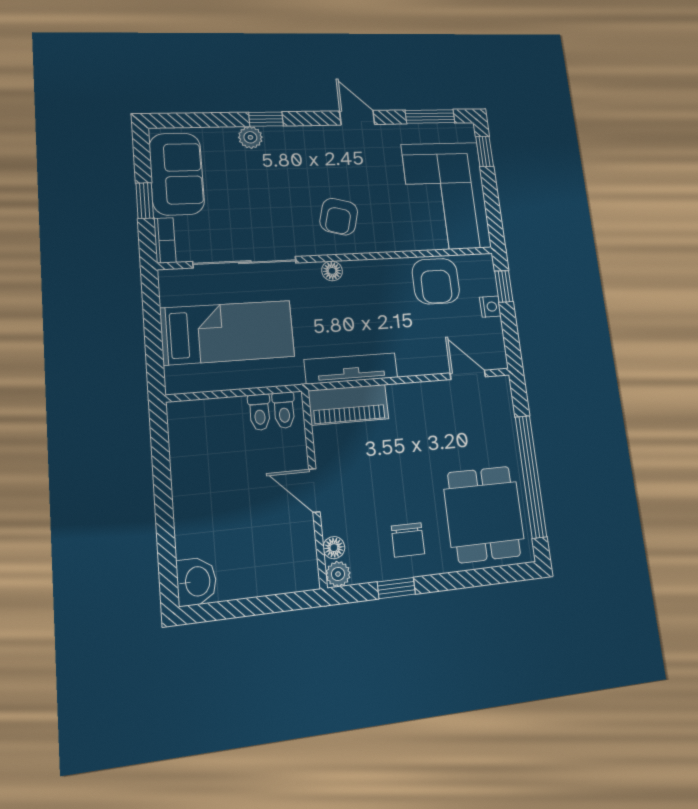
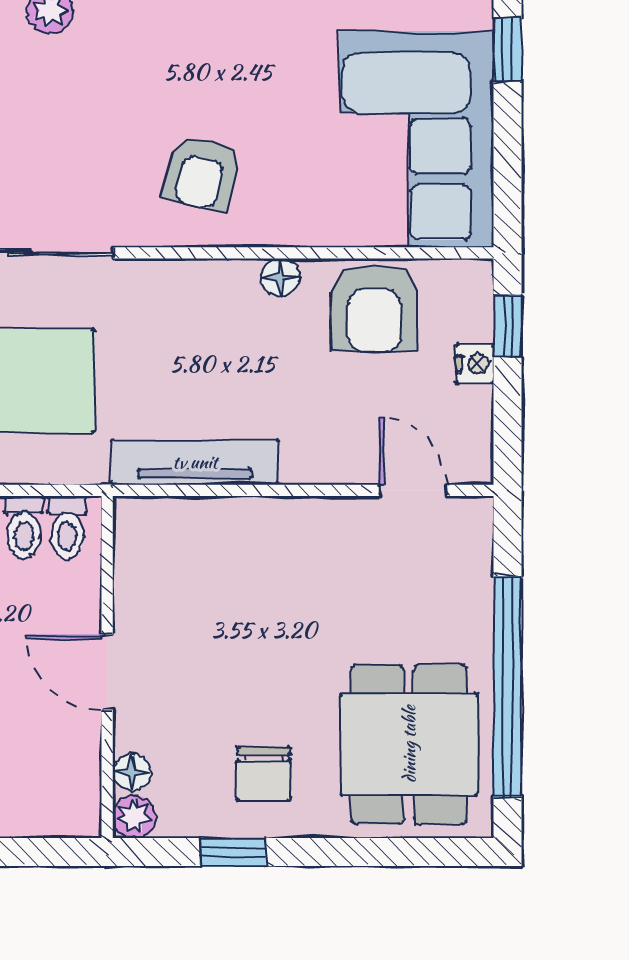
floor lamp: (332, 271) -> (280, 278), moved
piano: (349, 405) -> (183, 527), removed

